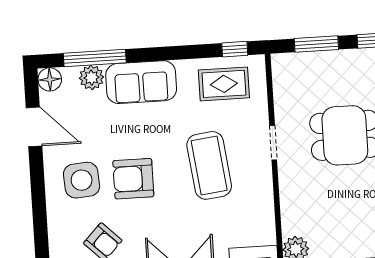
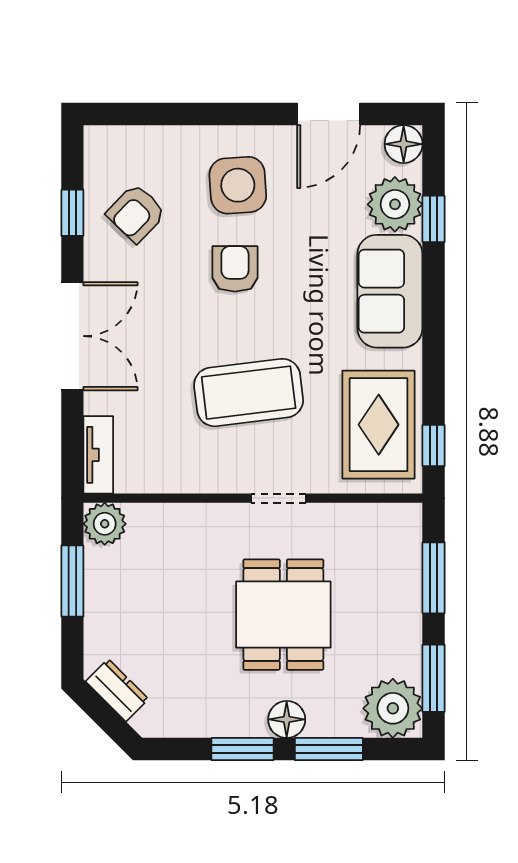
window: (95, 58) -> (434, 219), width x0.46
plant: (91, 78) -> (395, 204), width x1.36, depth x1.36
rug: (224, 84) -> (379, 425), width x1.36, depth x1.43
armchair: (133, 179) -> (235, 269), width x0.72, depth x0.72

